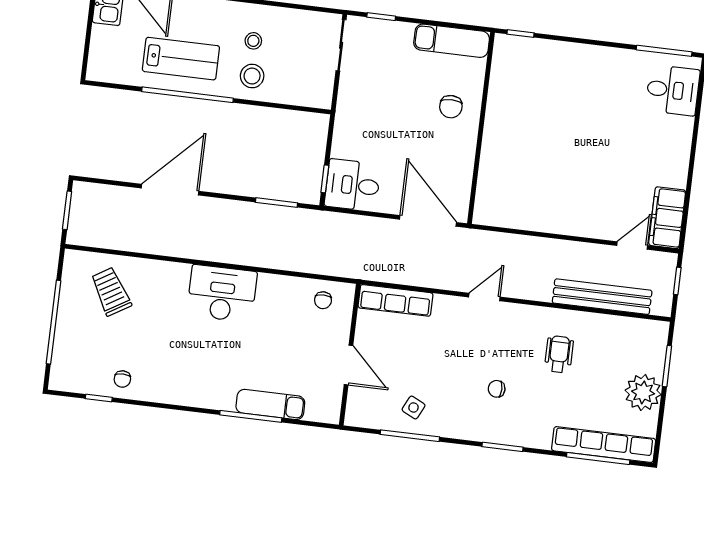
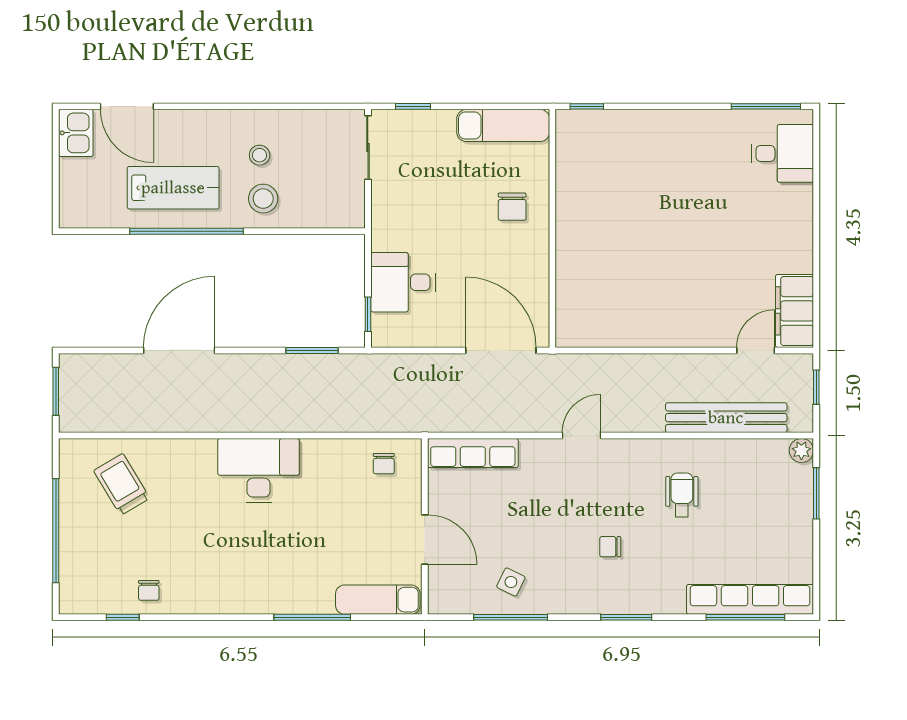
desk: (353, 185) -> (403, 282), moved
plant: (643, 392) -> (801, 450), moved, width x0.53, depth x0.53
exam couch: (270, 405) -> (378, 600), moved

